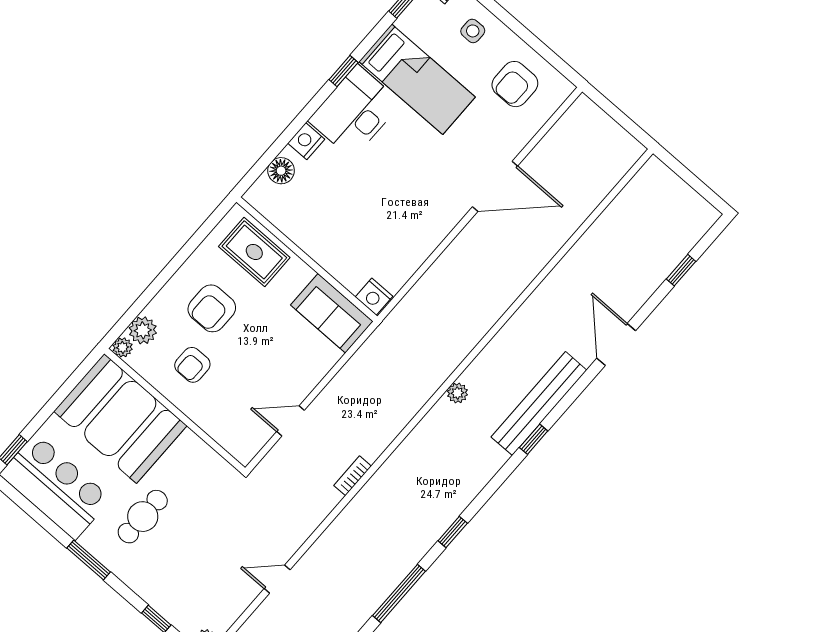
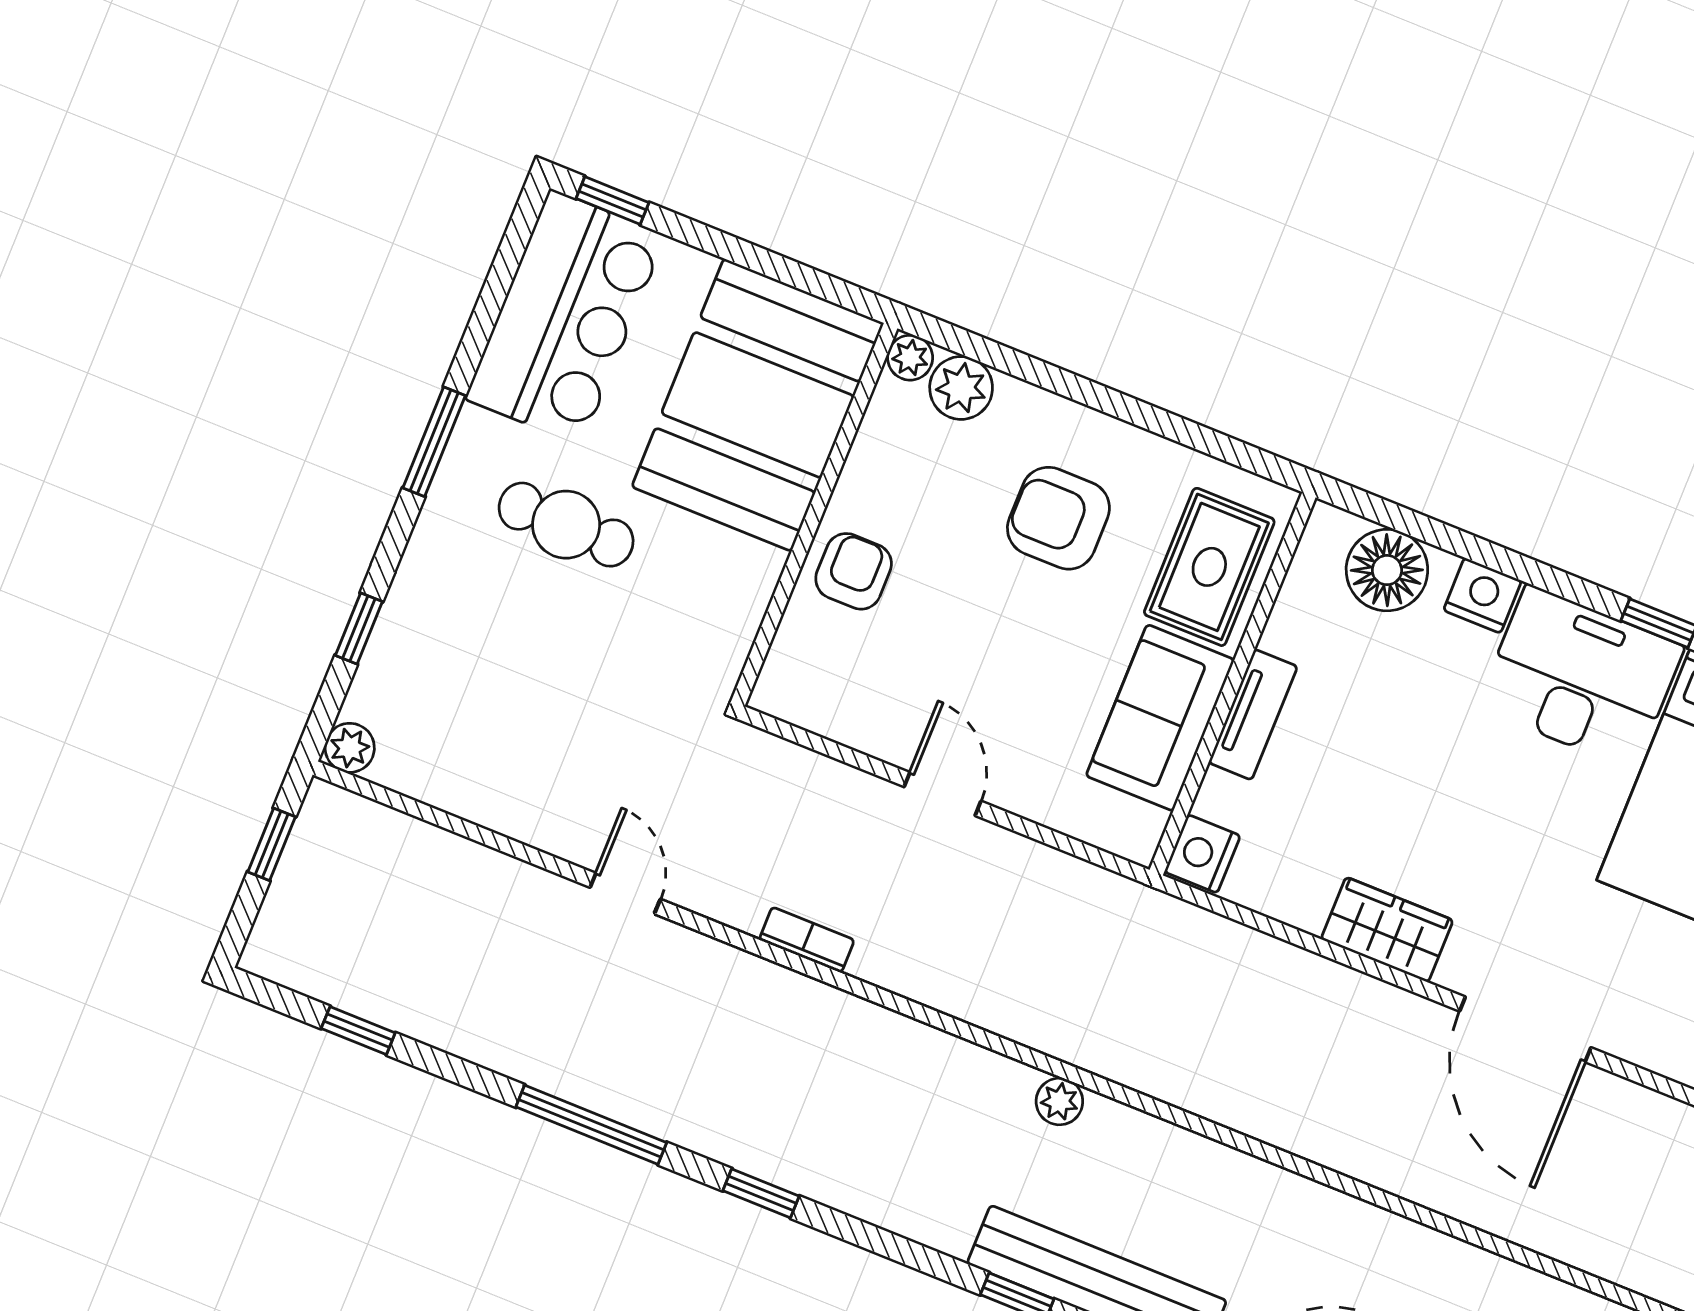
floor lamp: (281, 171) -> (1387, 570), width x1.38, depth x1.38
wardrobe: (433, 230) -> (1387, 930), added
tv unit: (323, 255) -> (1253, 715), added
sofa: (332, 313) -> (1160, 718), moved
armchair: (192, 365) -> (854, 571), moved, turned 90
door: (290, 421) -> (942, 794), moved
door: (277, 579) -> (625, 893), moved

